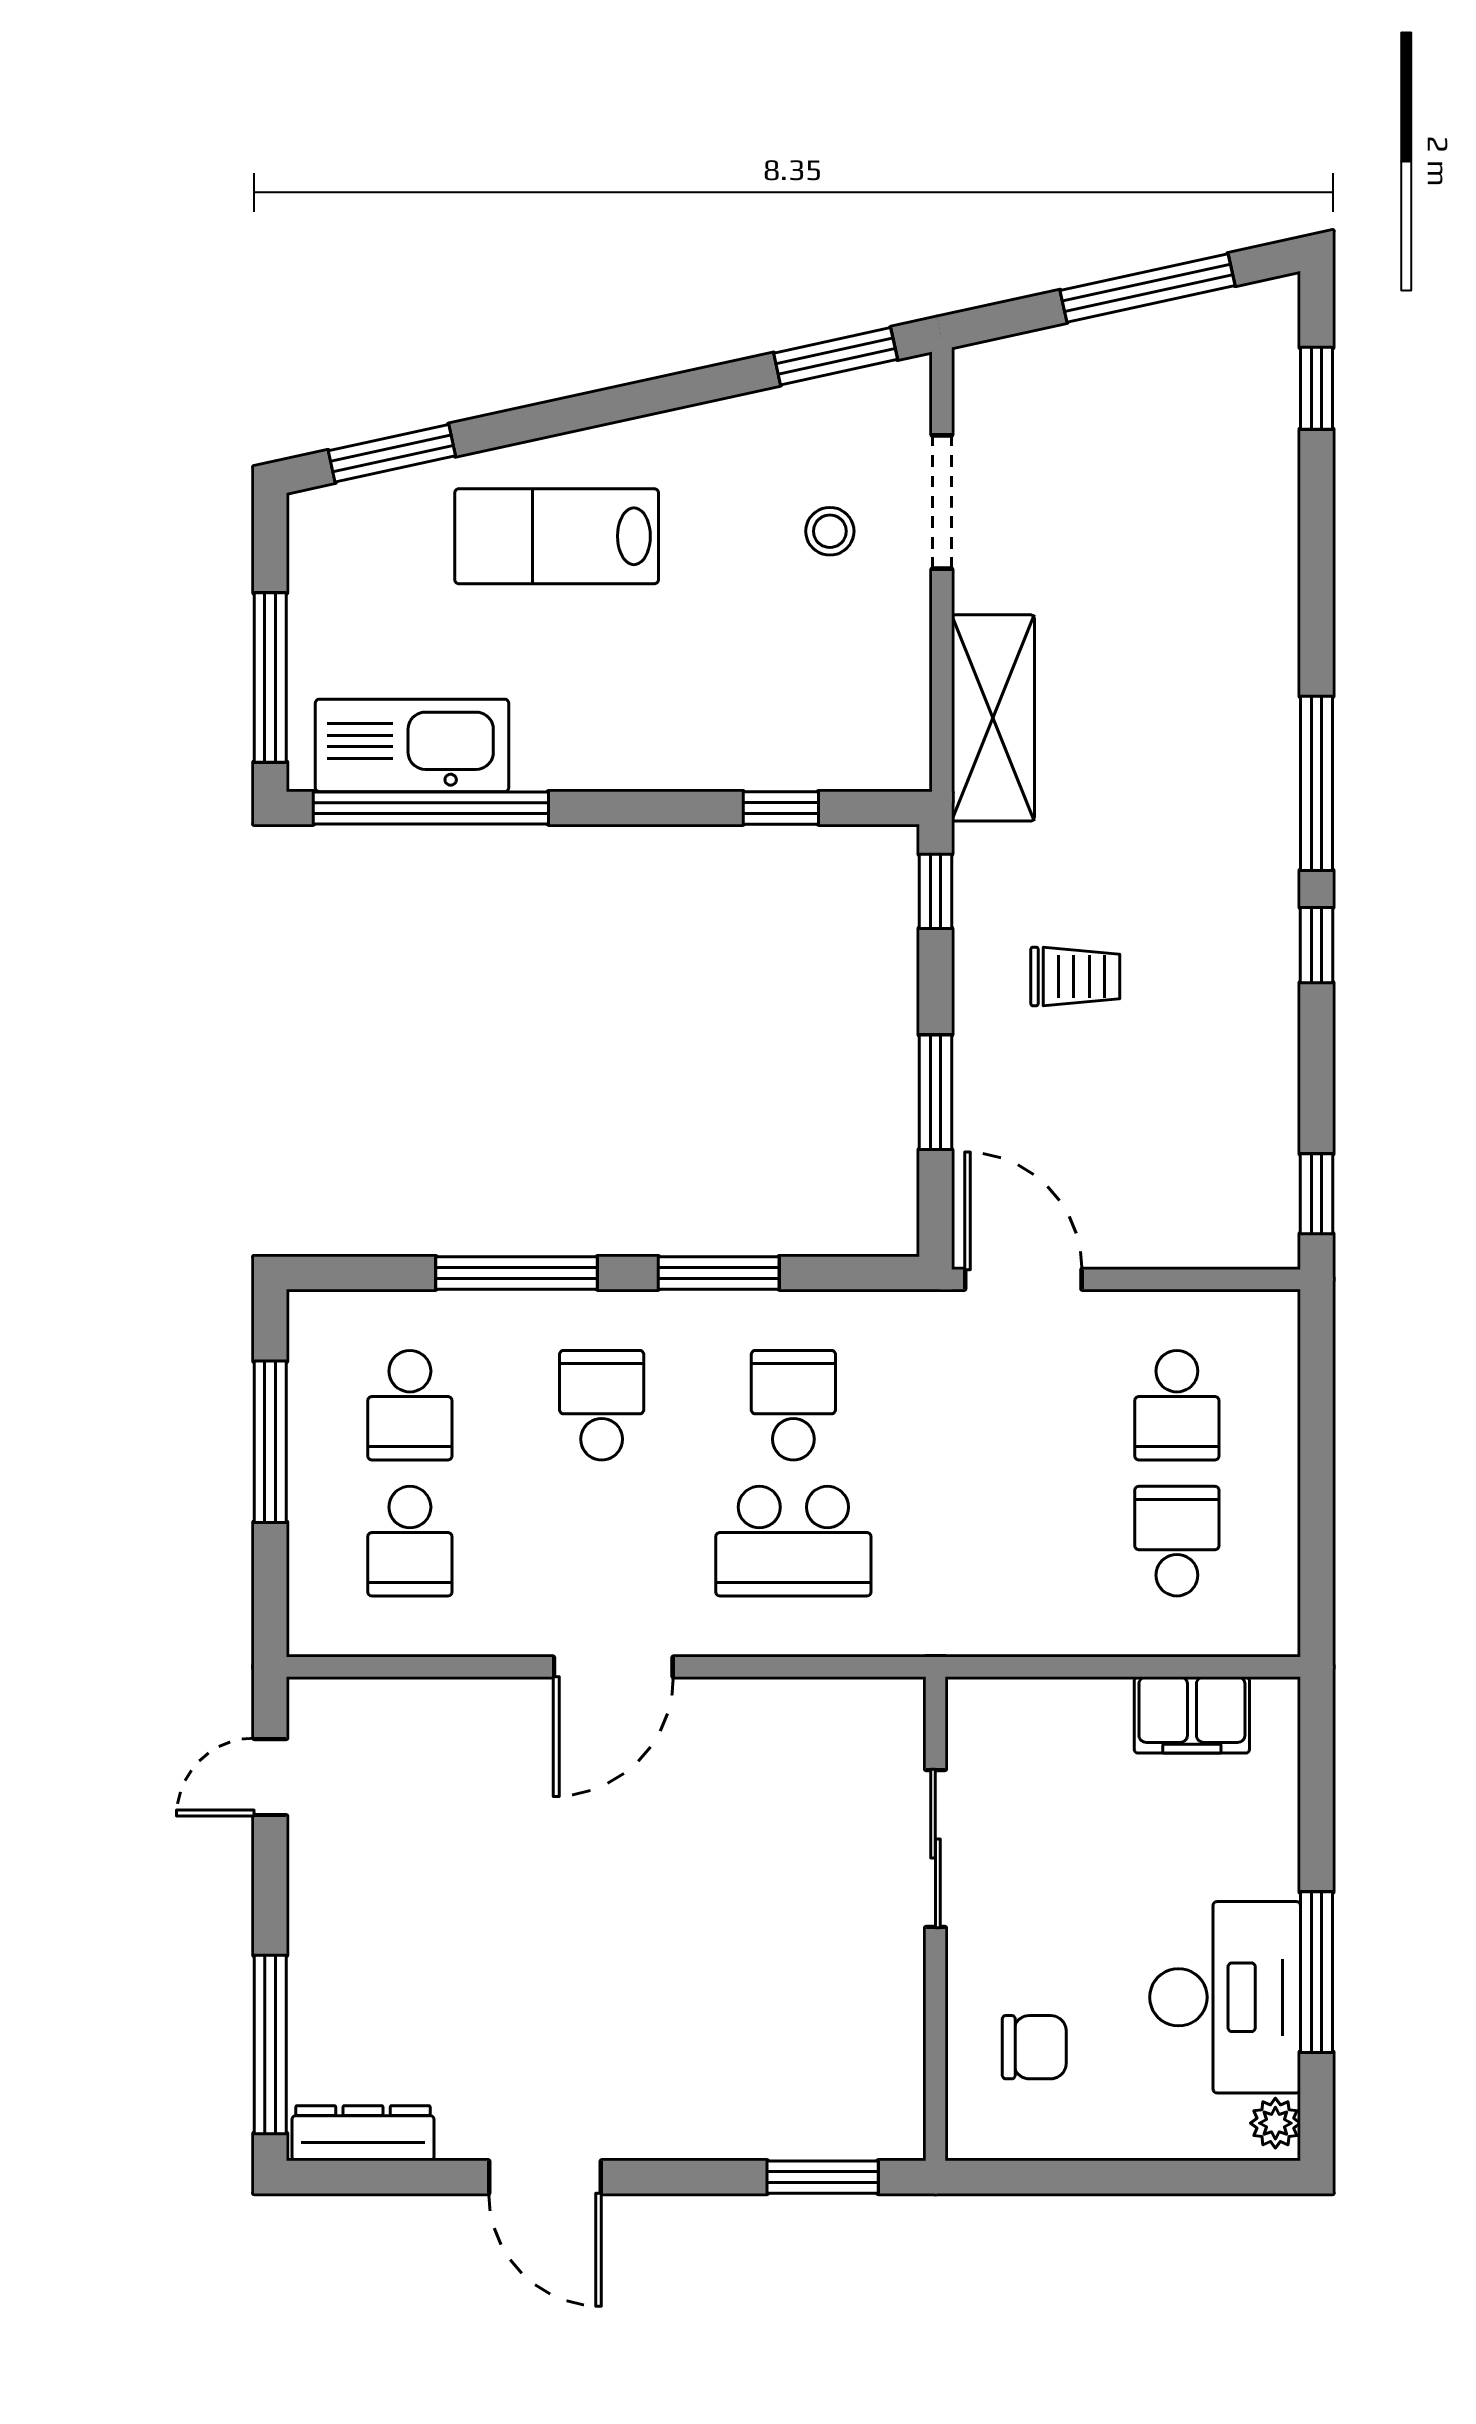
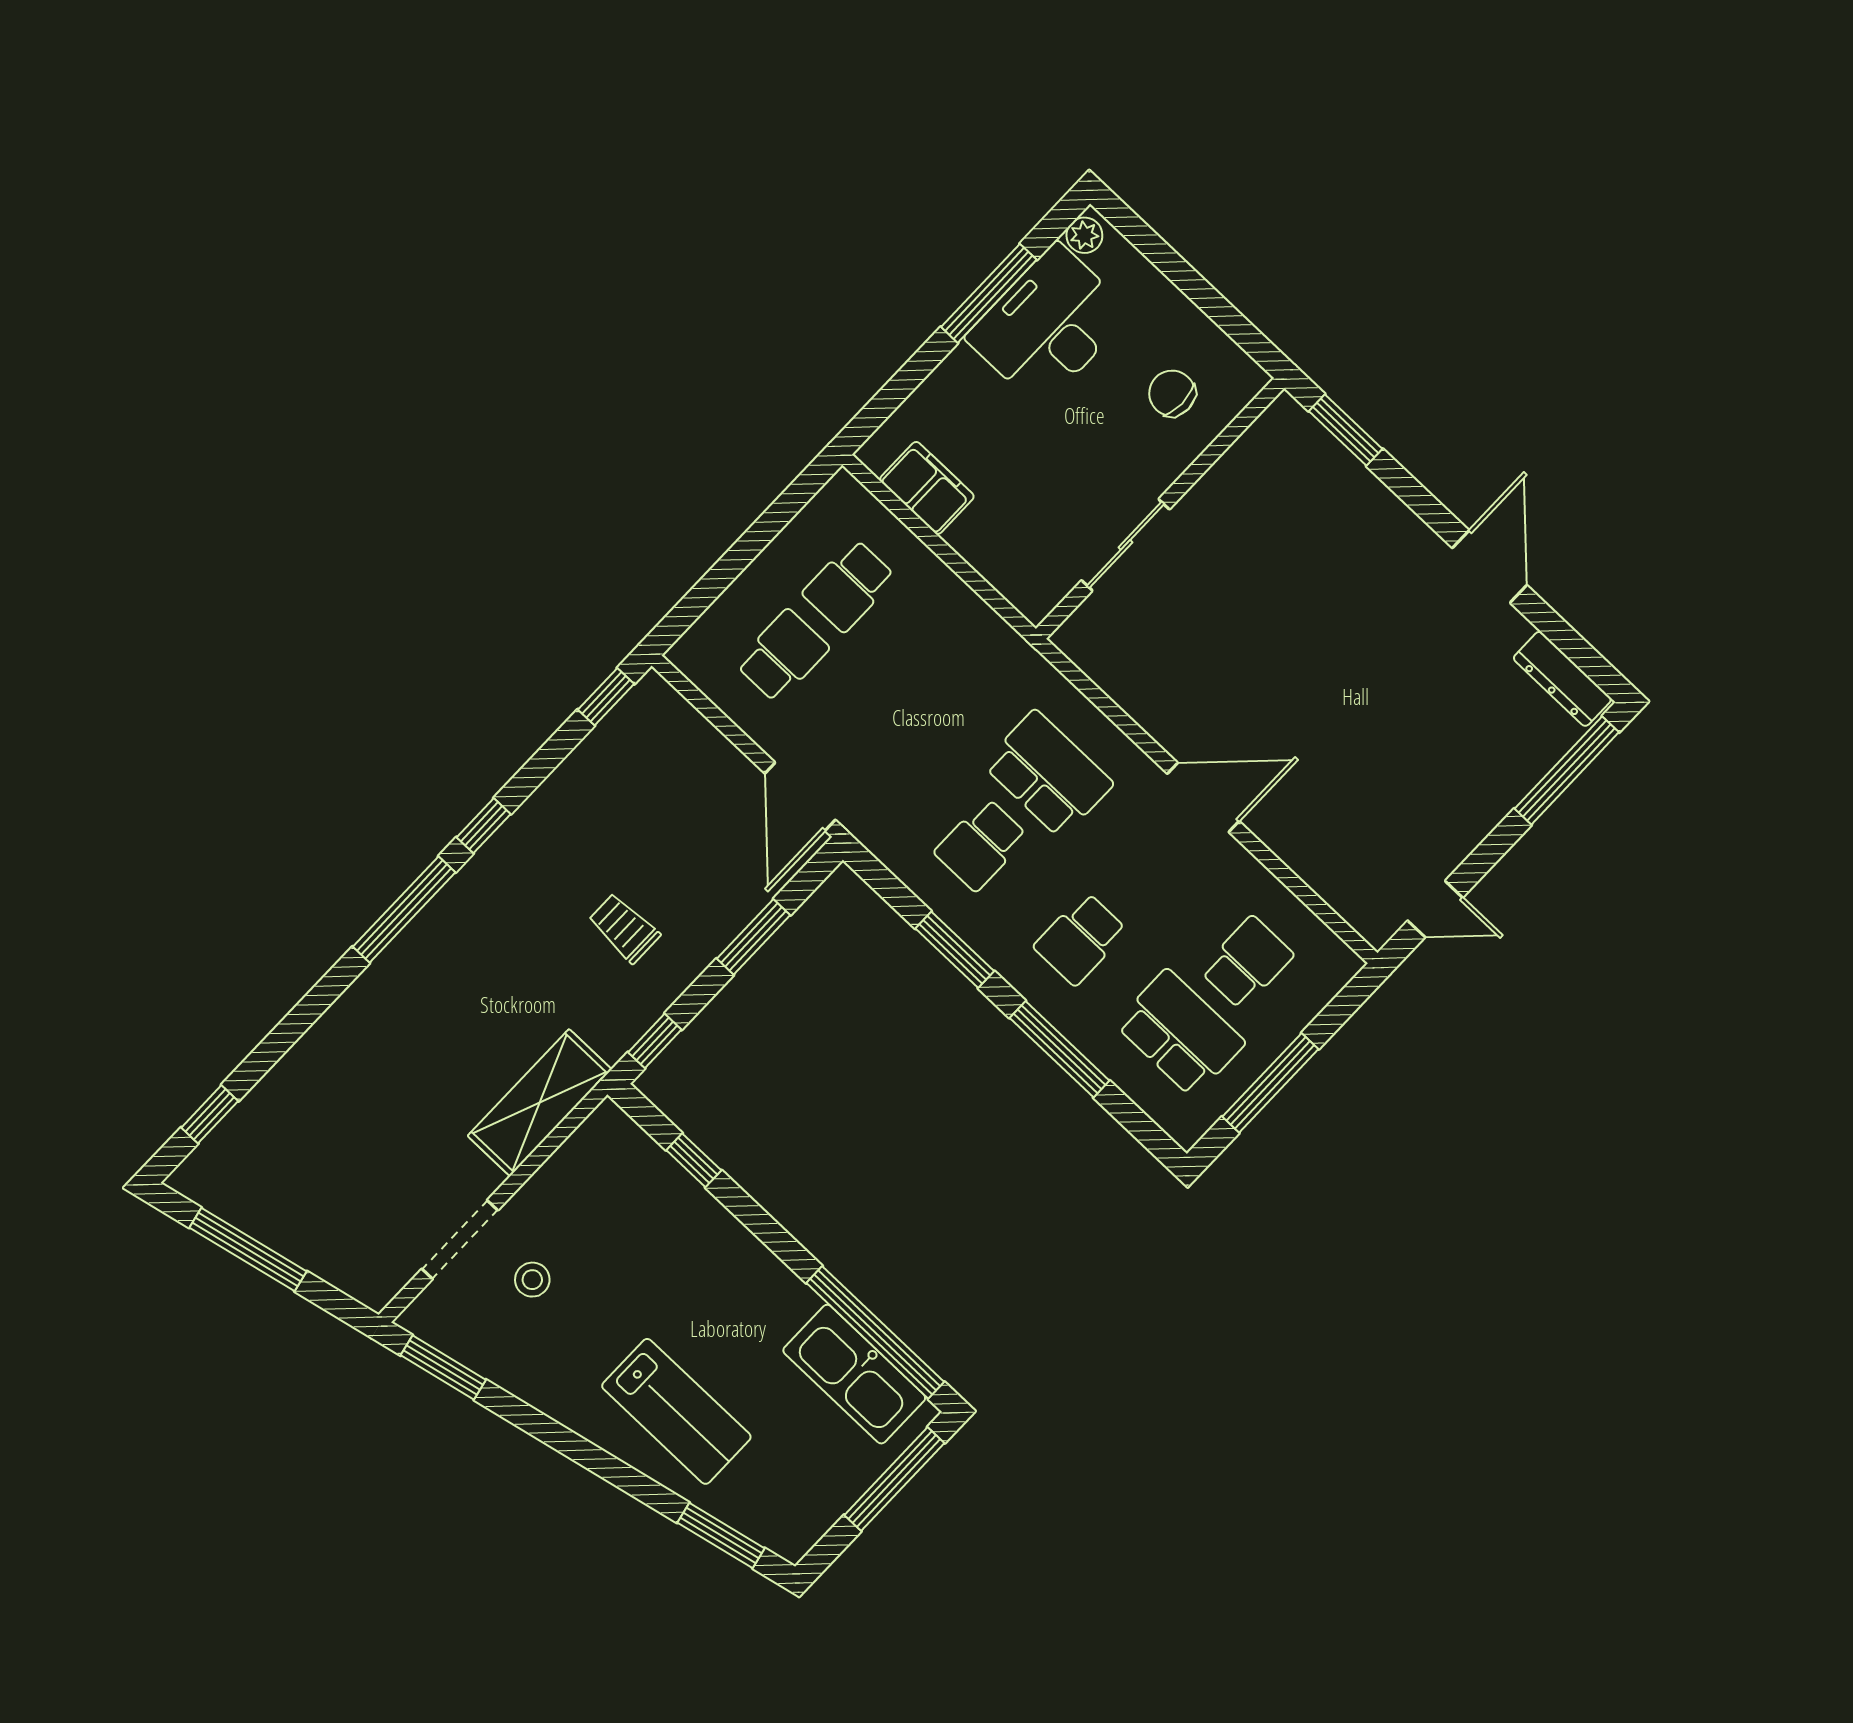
school desk: (410, 1405) -> (1180, 1033), width x1.85

